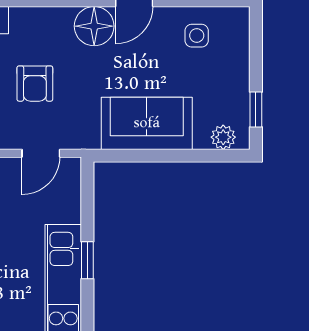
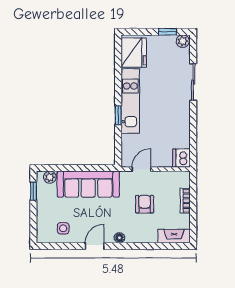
floor lamp: (94, 26) -> (119, 238), width x0.53, depth x0.53
sofa: (147, 123) -> (88, 184), width x1.36

